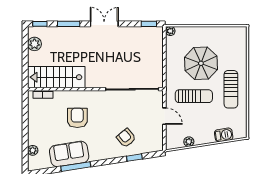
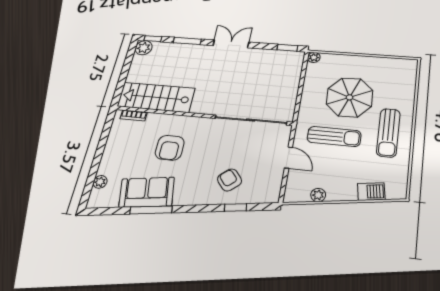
plant: (34, 44) -> (144, 48), moved
armchair: (77, 118) -> (170, 148), turned 180

